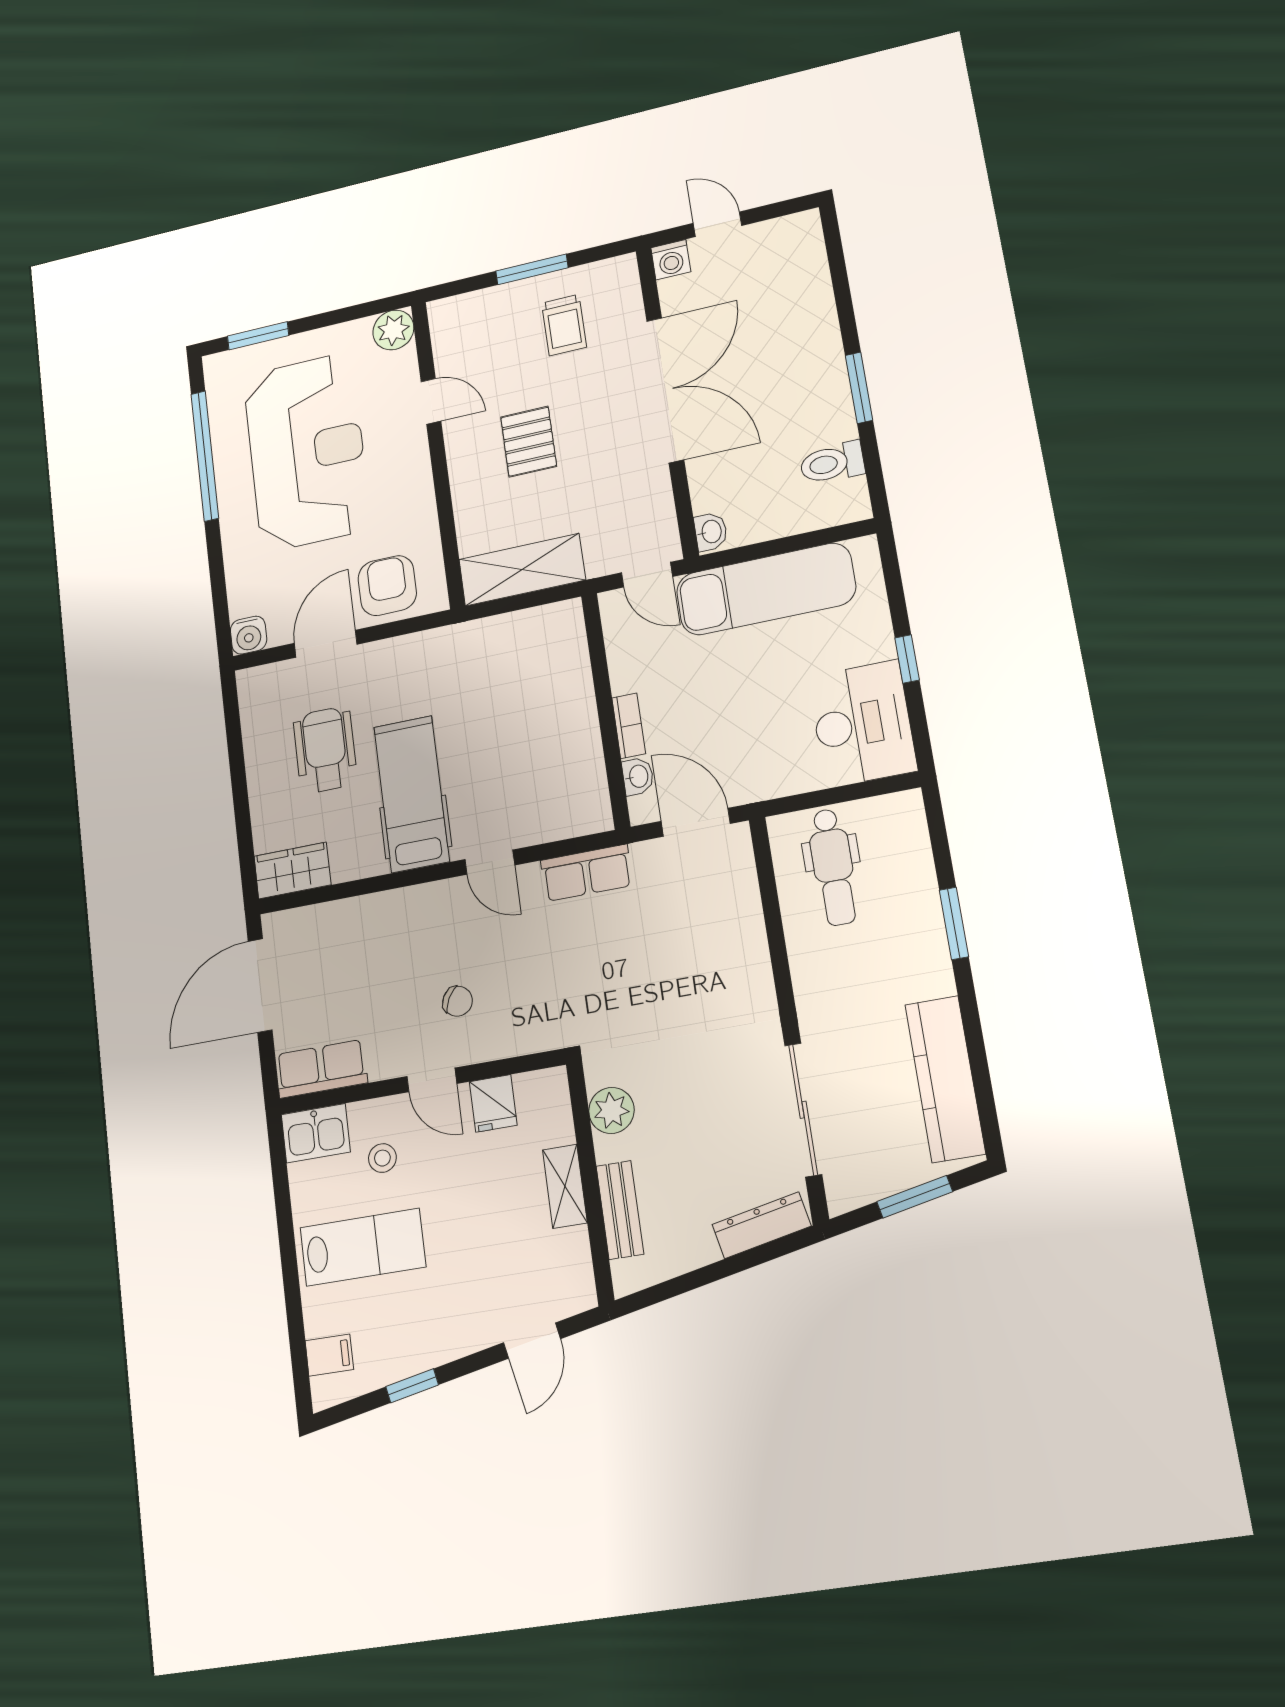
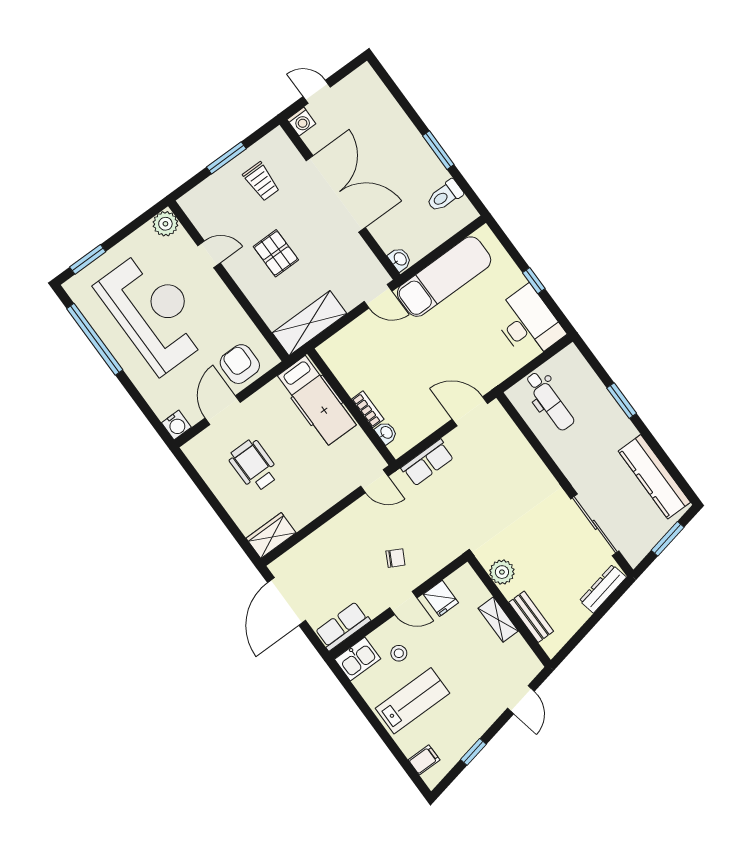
wall: (606, 710) -> (352, 407), moved
bookcase: (629, 726) -> (368, 409), moved
washbasin: (638, 776) -> (386, 433), moved
hospital bed: (412, 794) -> (317, 400), moved, turned 180

